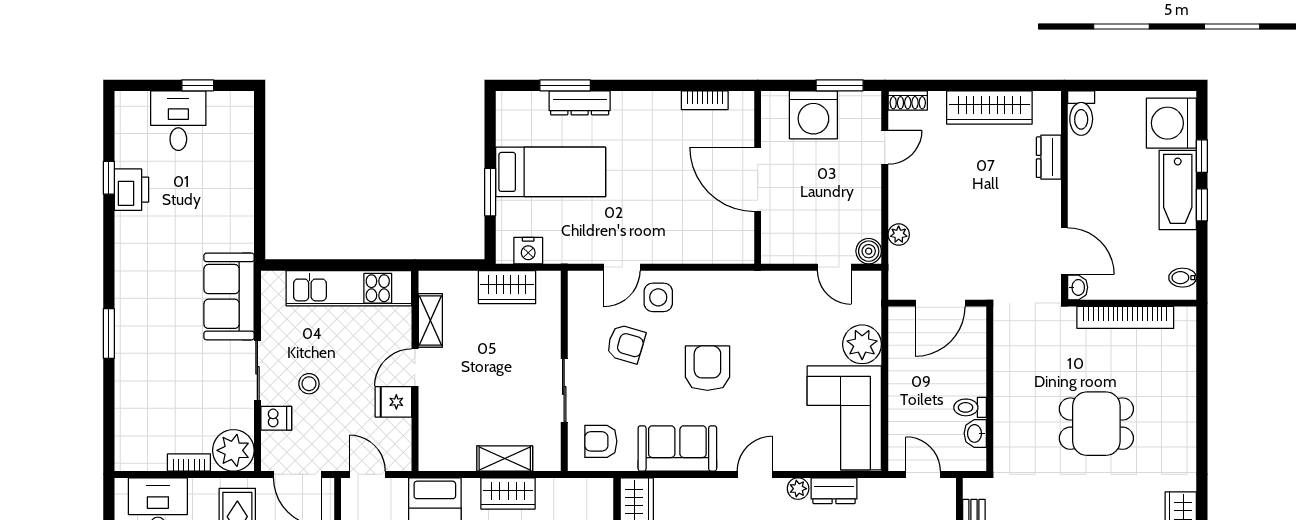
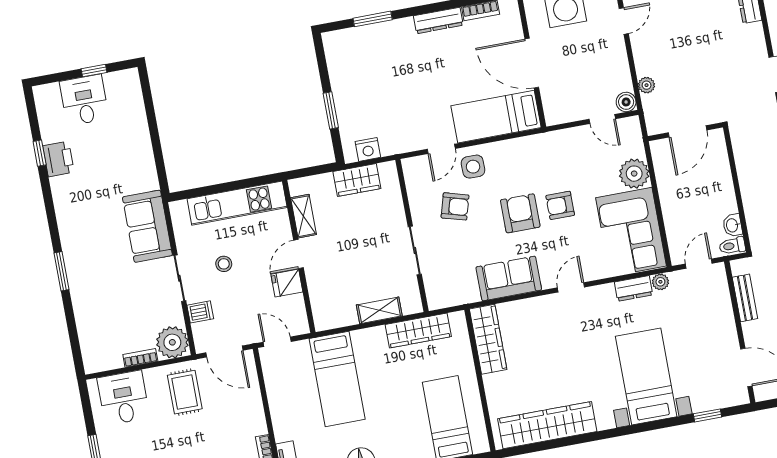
dresser: (580, 103) -> (438, 20), moved
bed: (551, 172) -> (496, 117), moved, turned 180
stool: (309, 384) -> (224, 264), moved
toilet: (970, 407) -> (732, 246), moved
armchair: (601, 441) -> (560, 205), moved
door: (923, 474) -> (699, 264), hinge flipped
plant: (798, 489) -> (660, 282), moved
wardrobe: (508, 493) -> (418, 331), moved, width x1.50

